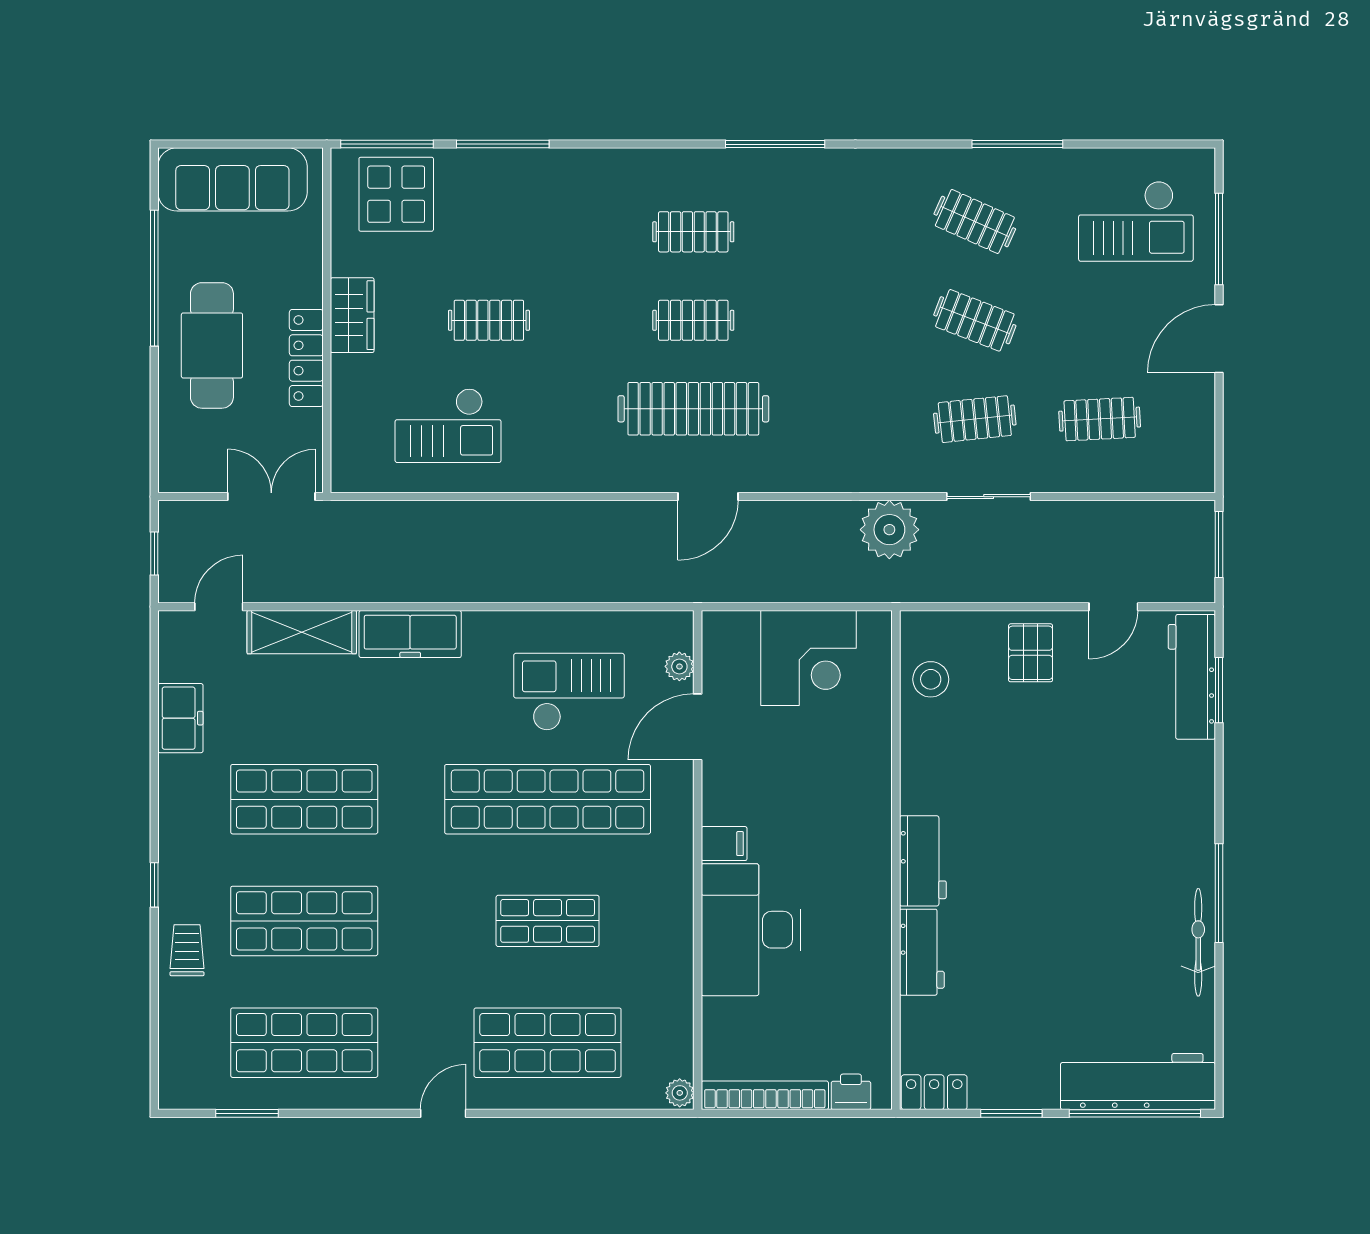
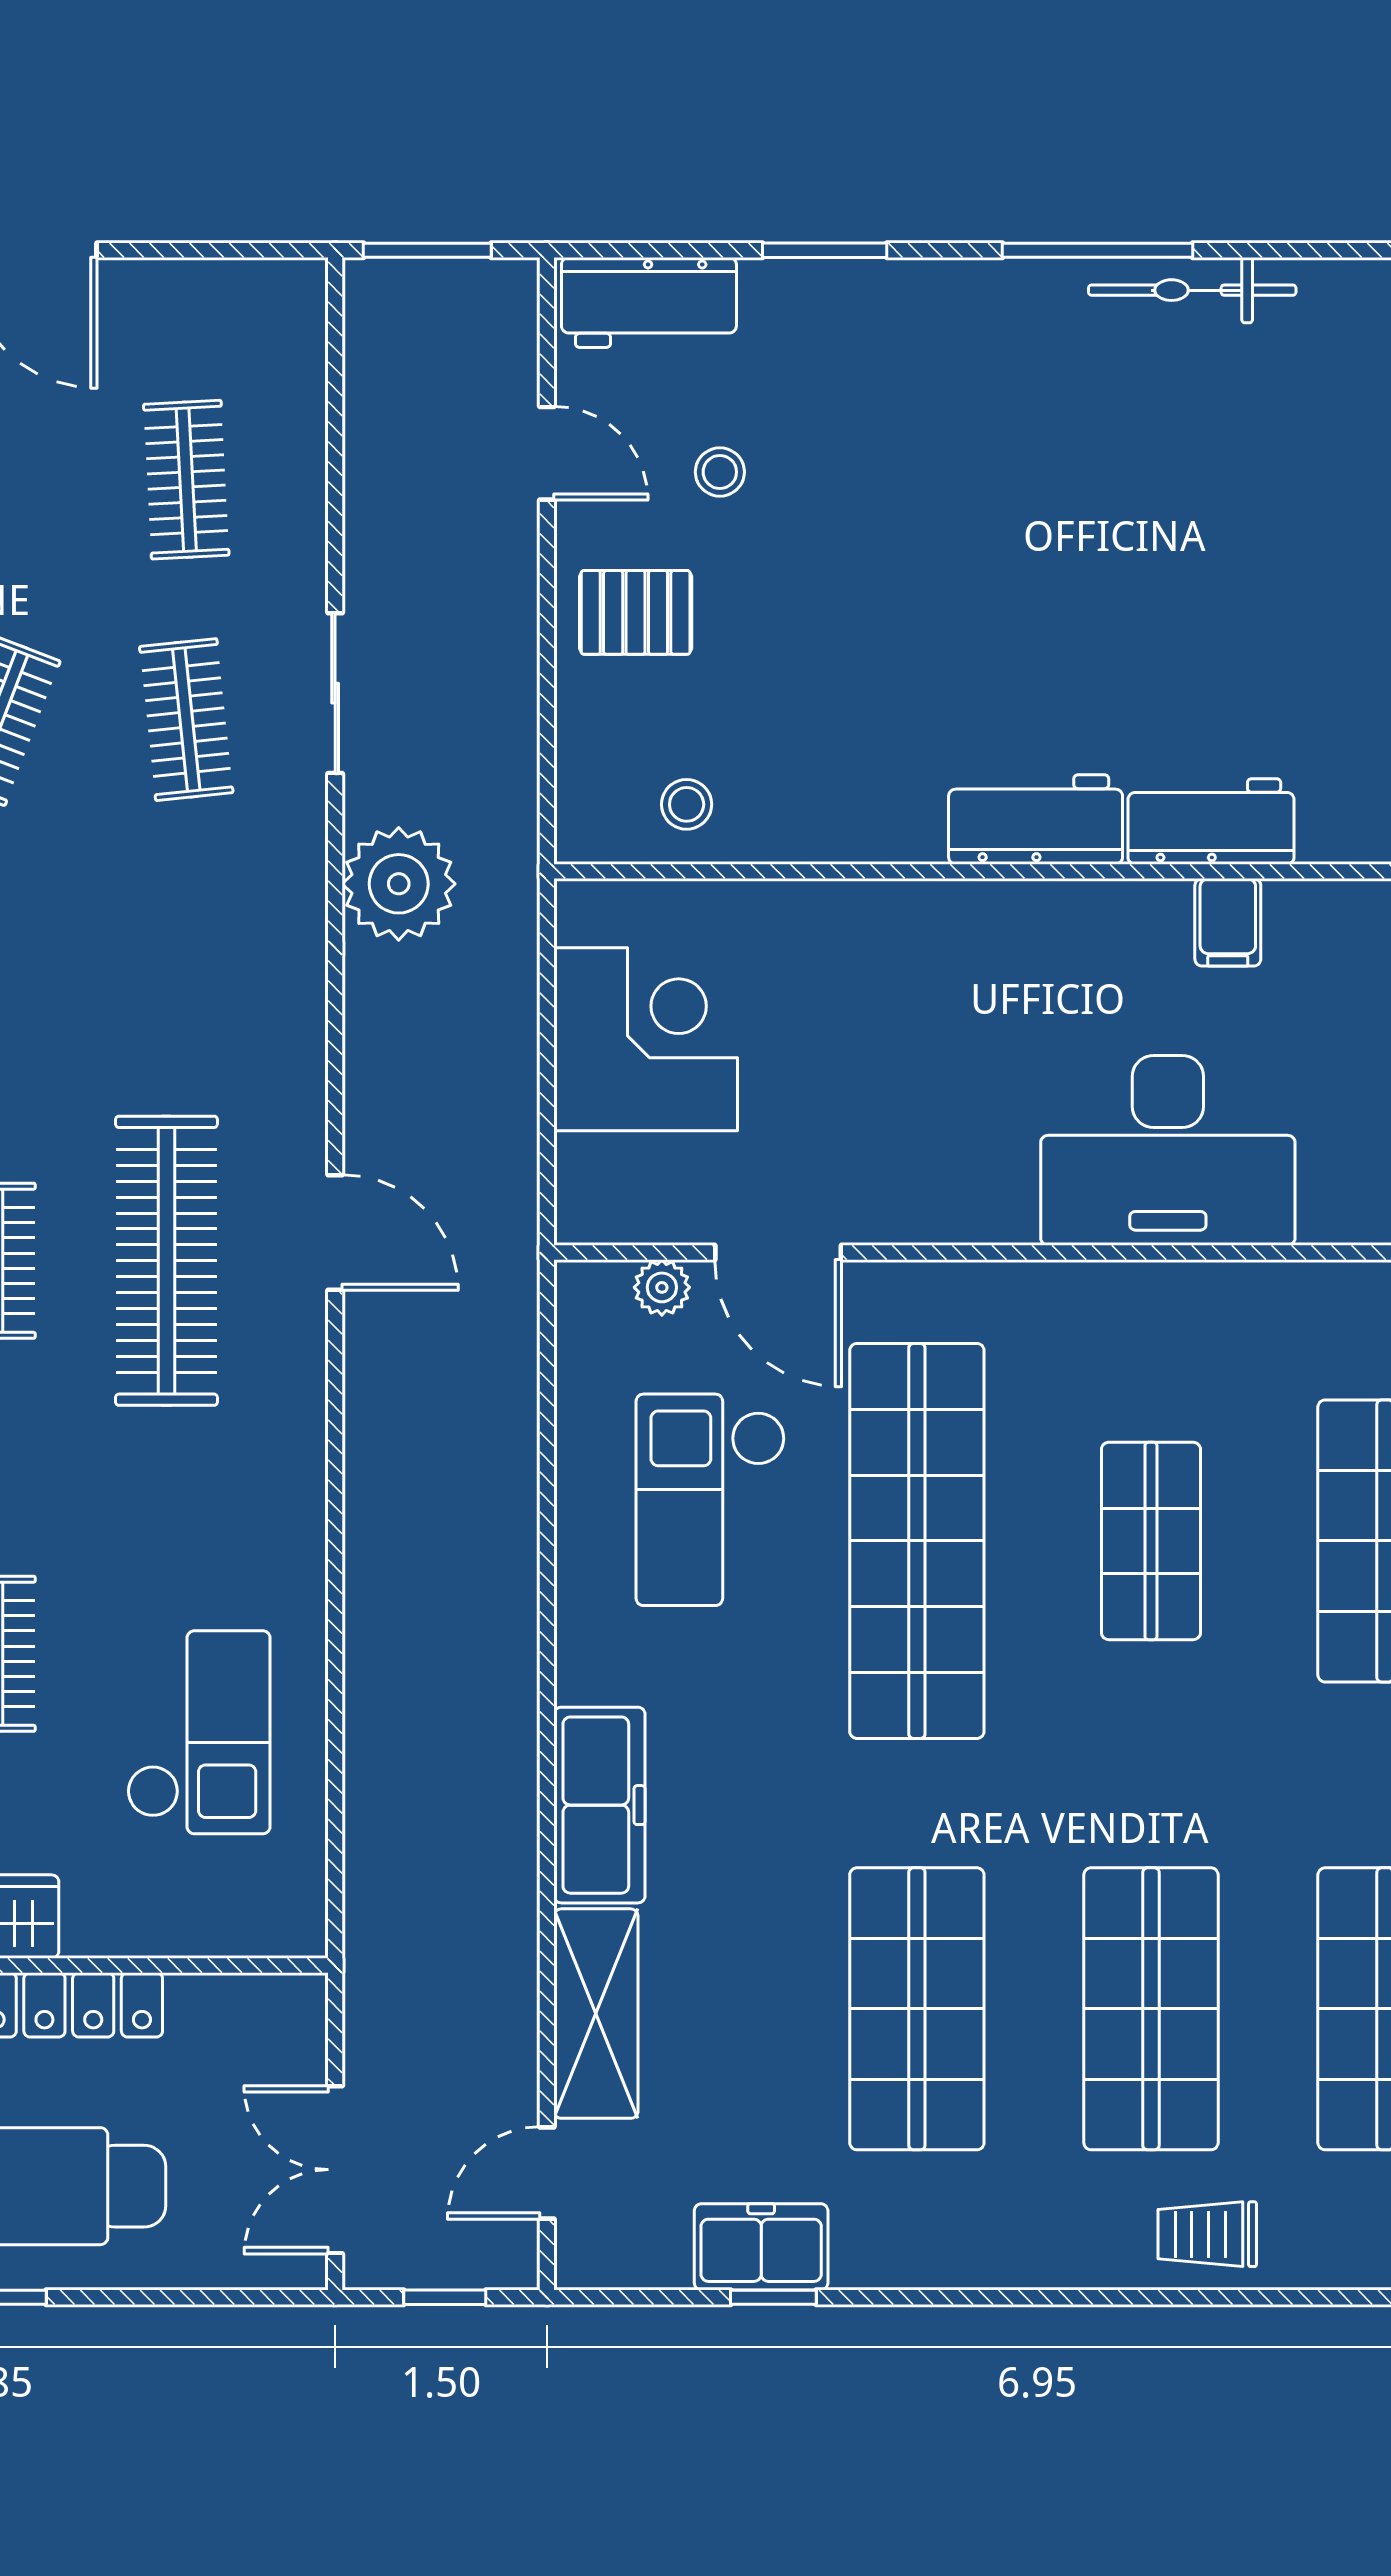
double door: (271, 497) -> (335, 2170), moved
door: (219, 607) -> (547, 2173), hinge flipped
workbench: (1192, 677) -> (649, 302), width x0.73
stool: (931, 679) -> (687, 804), width x0.73, depth x0.73
window: (1219, 690) -> (825, 250), moved
stool: (1104, 697) -> (720, 472), added
filing cabinet: (724, 844) -> (1228, 922), moved, turned 180
window: (154, 885) -> (773, 2297), moved

